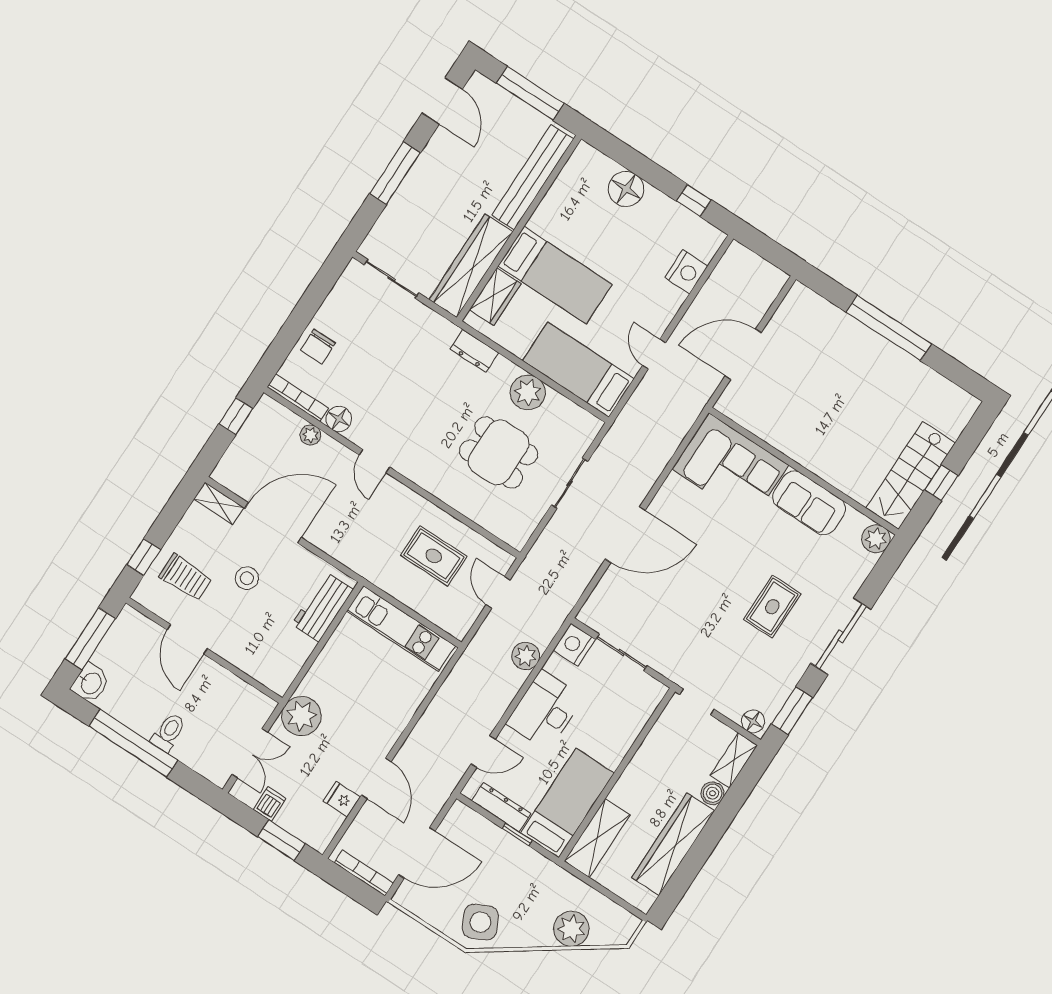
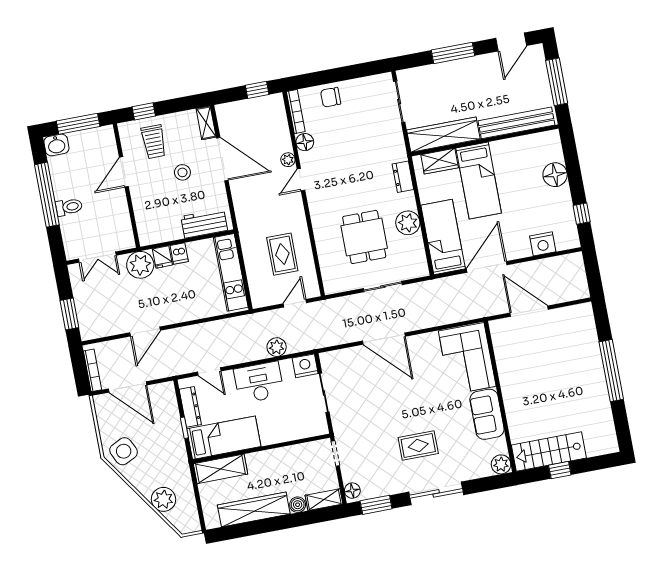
door: (654, 354) -> (487, 267), width x1.87
plant: (310, 435) -> (288, 160), moved
fridge: (342, 799) -> (162, 257), moved, turned 180
dishwasher: (270, 804) -> (179, 253), moved, turned 90

